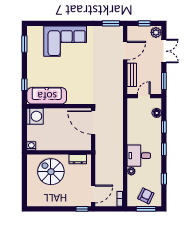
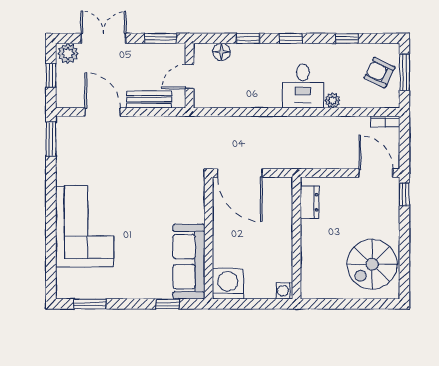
door: (144, 96) -> (189, 77), hinge flipped
door: (93, 123) -> (240, 173), hinge flipped
spiral stairs: (51, 172) -> (372, 264), moved

